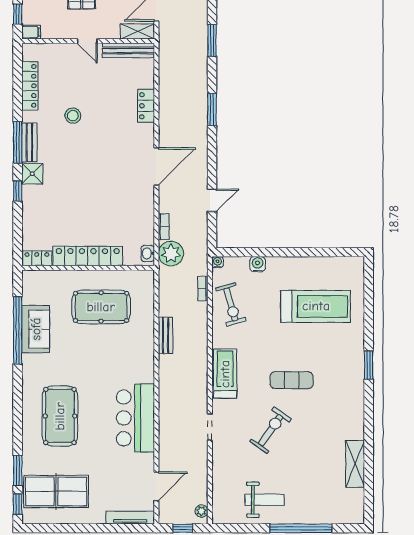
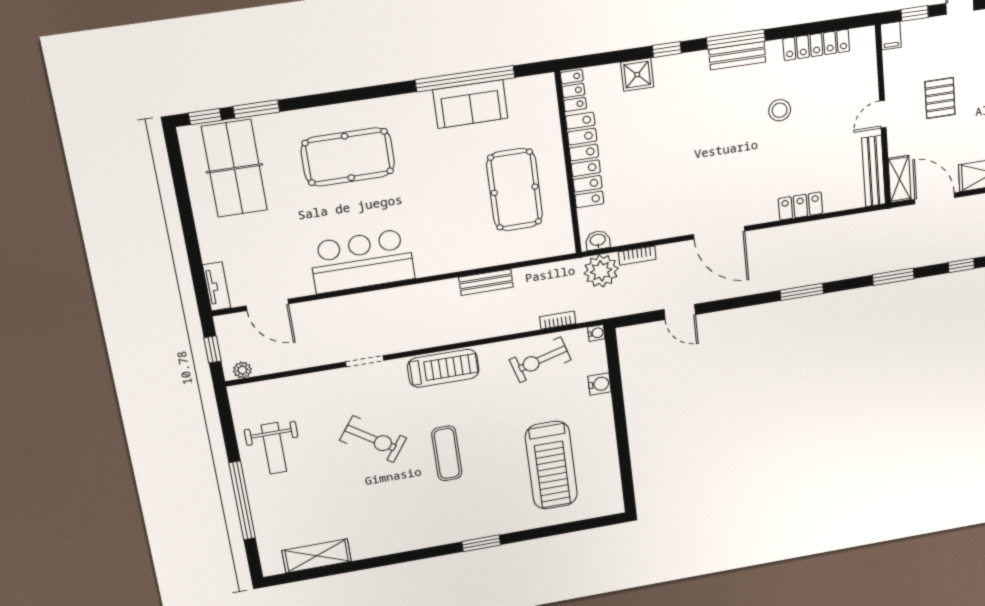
shower: (32, 174) -> (637, 75), moved
shelving: (355, 464) -> (317, 556), moved
tv unit: (130, 518) -> (217, 286), width x0.71

